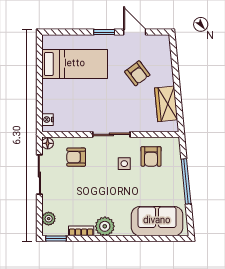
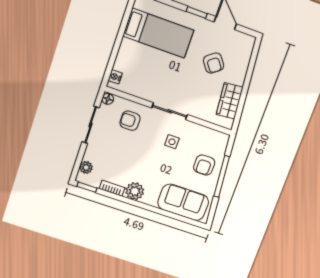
armchair: (151, 156) -> (204, 165), moved

